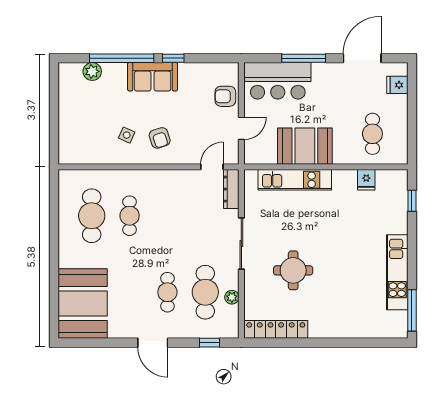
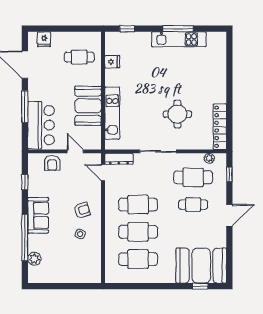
window: (173, 58) -> (25, 182), moved
cafe table: (130, 216) -> (138, 232), width x1.37, depth x1.35
cafe table: (167, 216) -> (138, 205), added
plant: (232, 297) -> (209, 158), moved
window: (54, 302) -> (200, 286), added
window: (412, 310) -> (178, 29), moved

